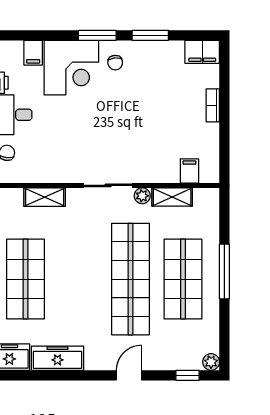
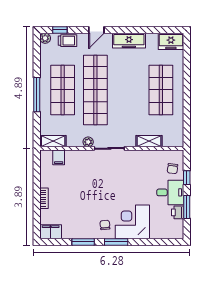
filing cabinet: (33, 53) -> (156, 231), removed
shelving: (172, 197) -> (53, 141), moved
freezer: (57, 358) -> (129, 41), moved
trolley: (175, 358) -> (68, 41), added

